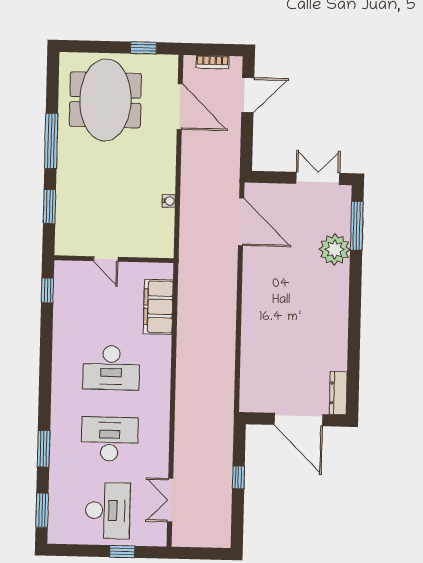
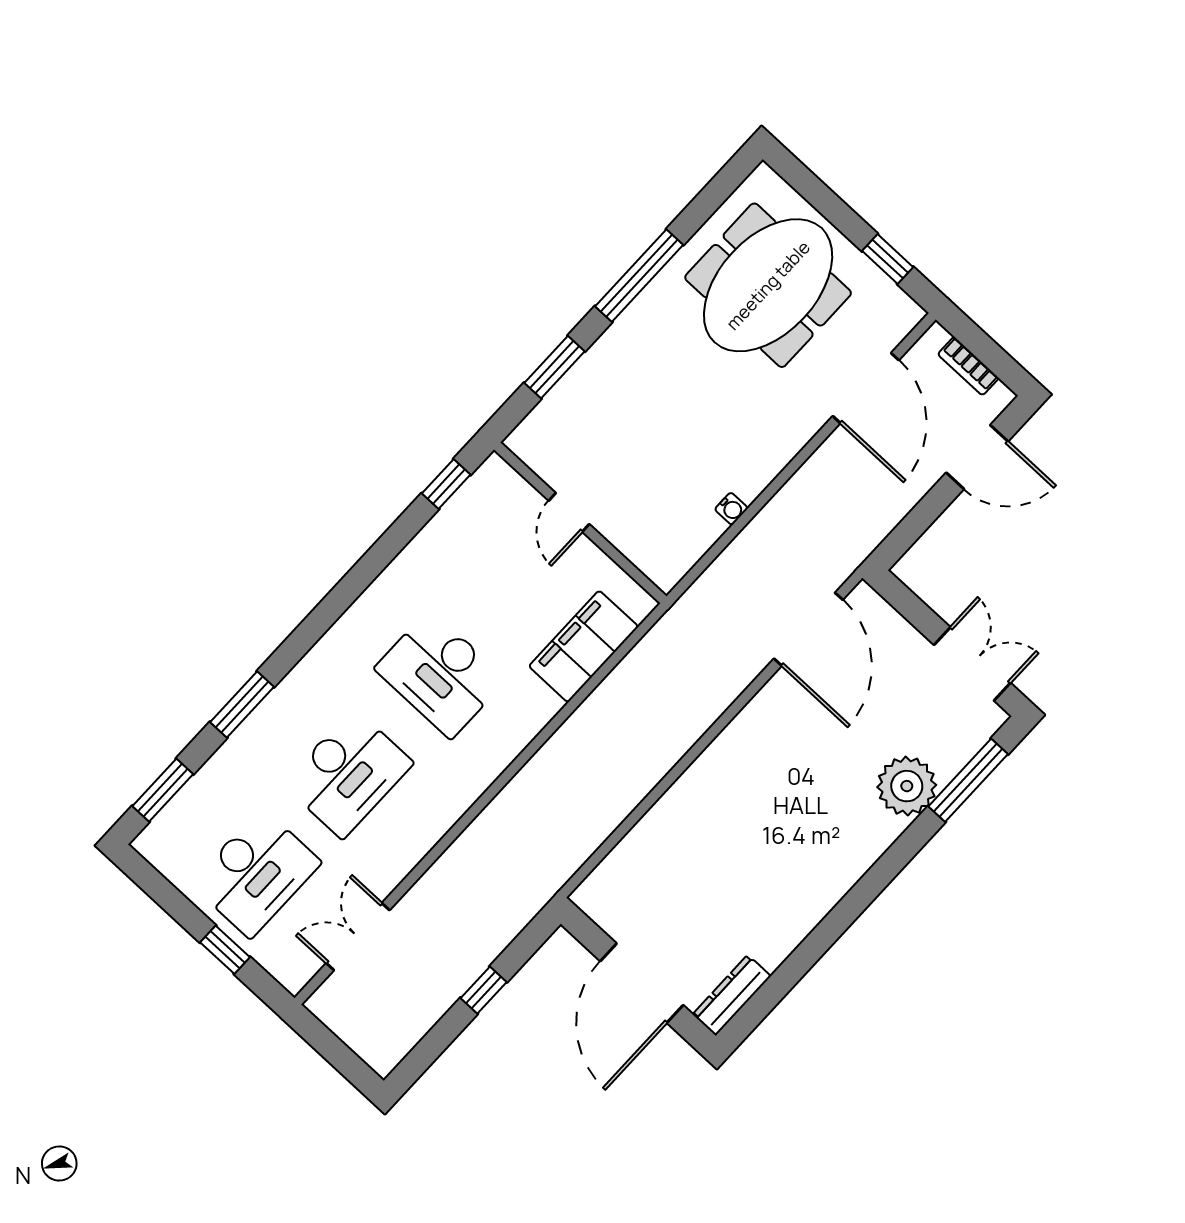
desk: (110, 439) -> (348, 774), turned 90

